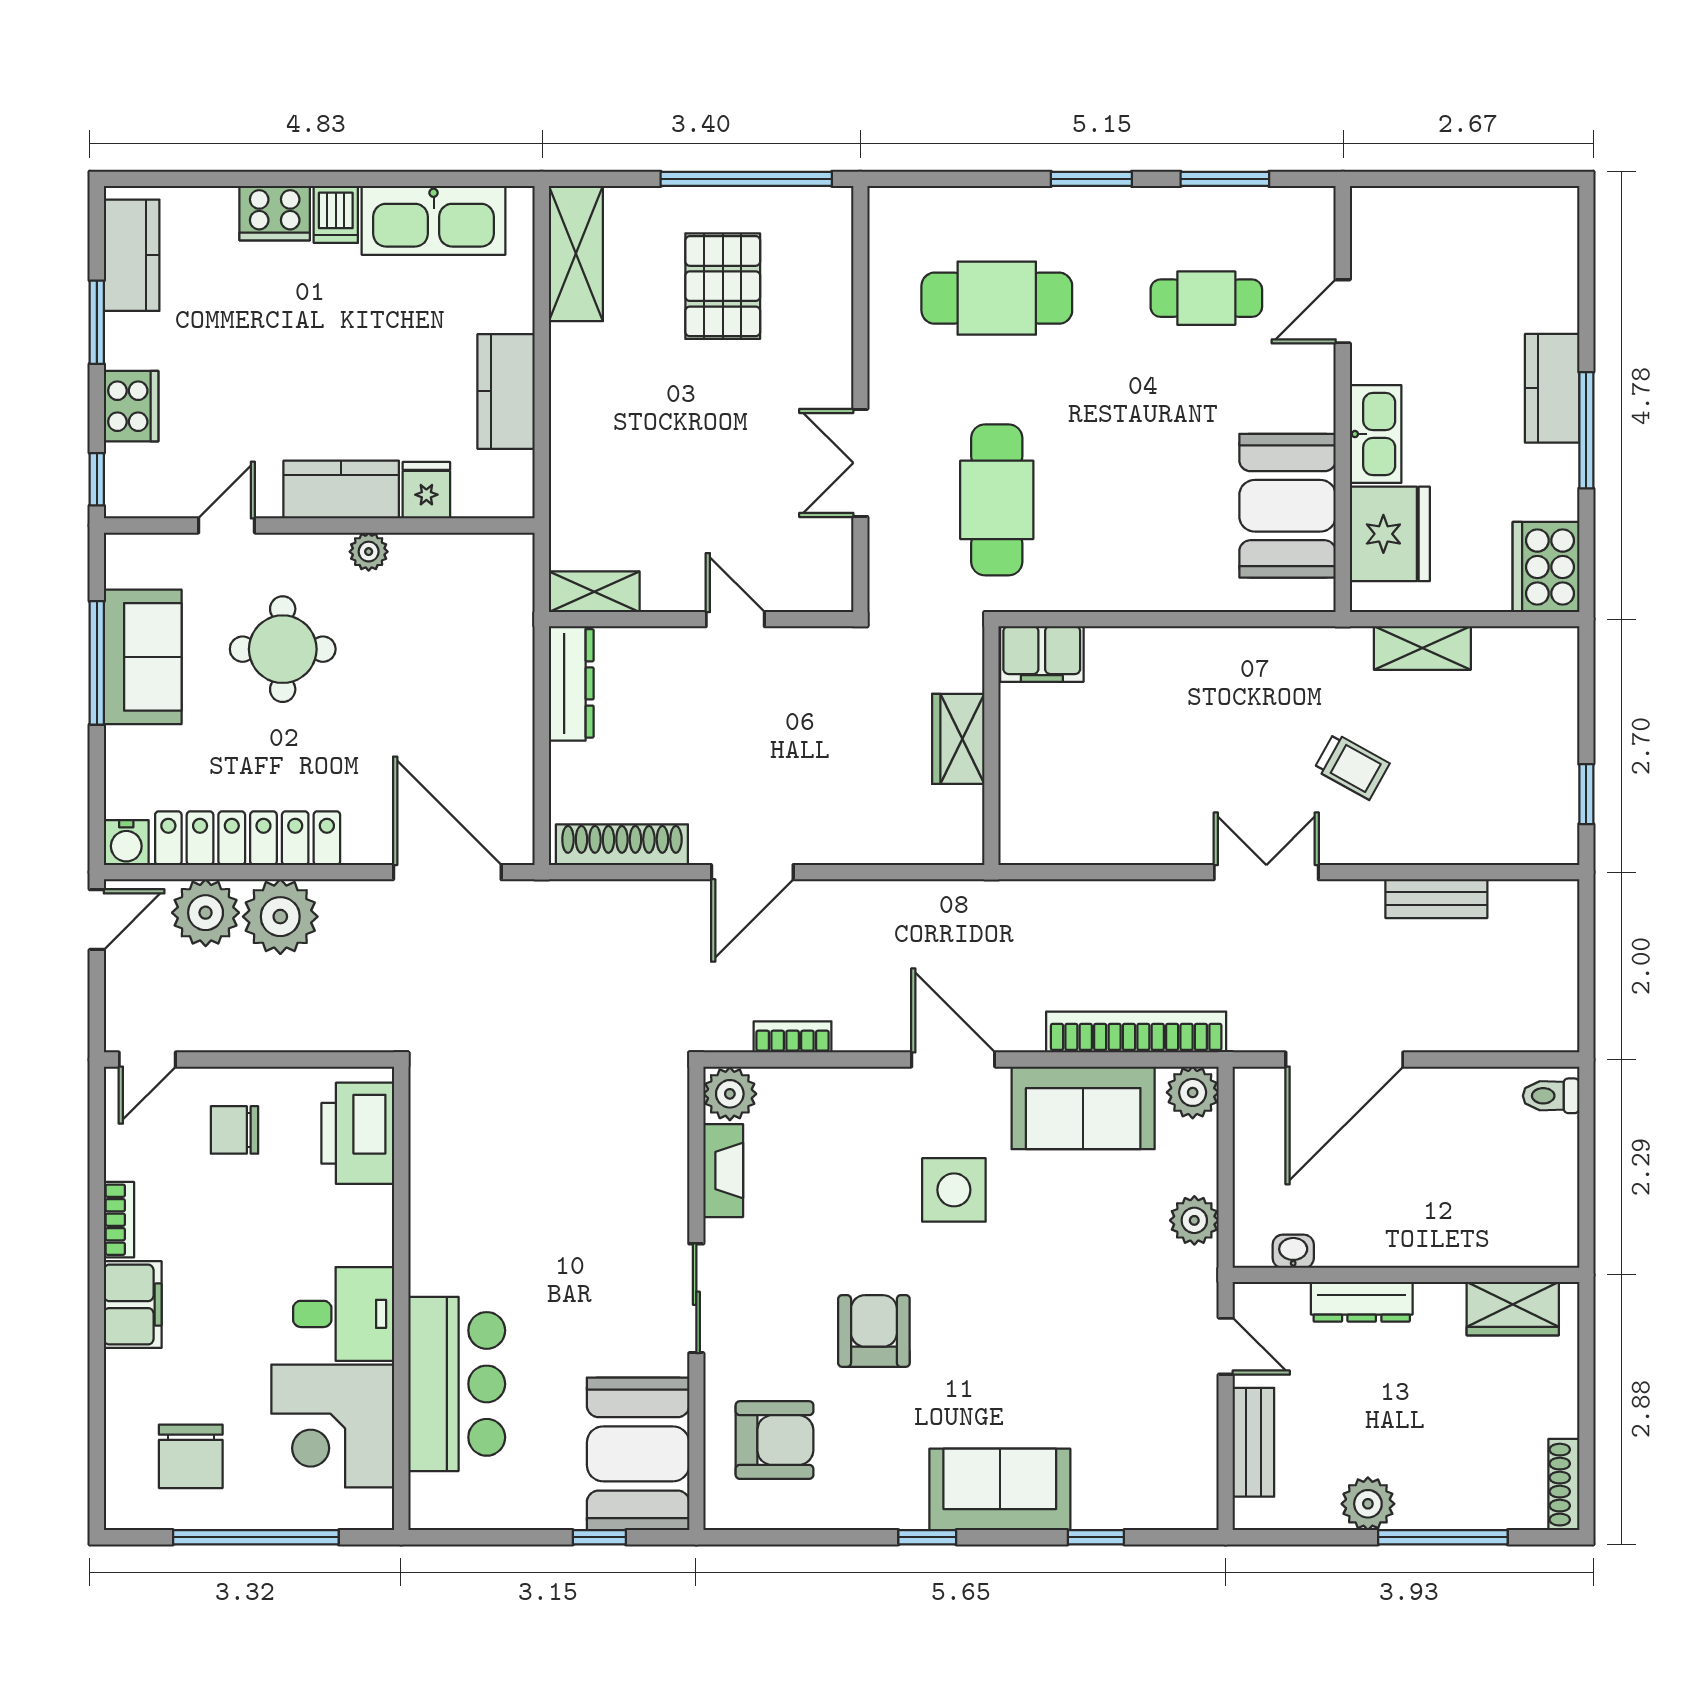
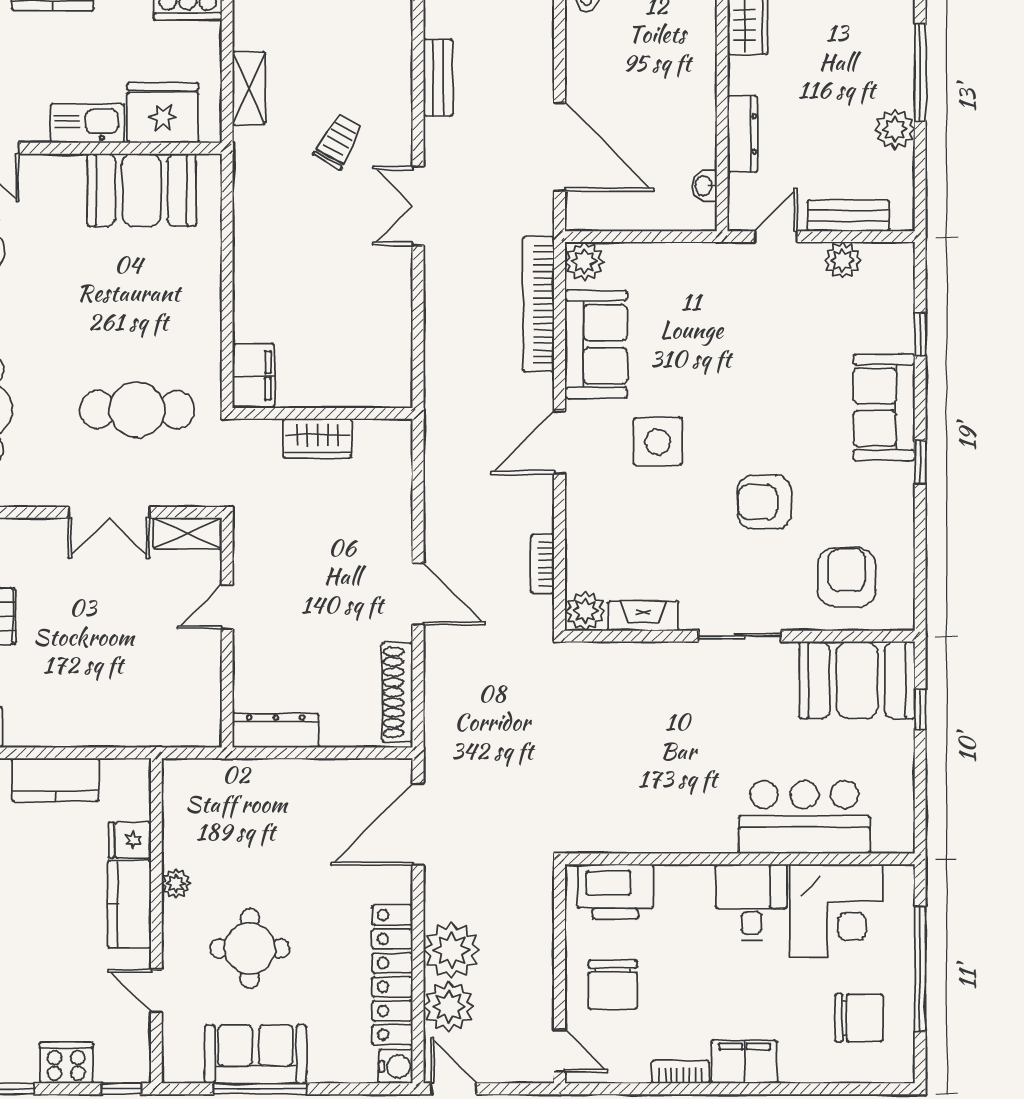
shelving: (594, 592) -> (187, 533), moved, turned 90
chair: (235, 1130) -> (613, 985), width x1.37, depth x1.37
plant: (1194, 1220) -> (842, 260), moved

